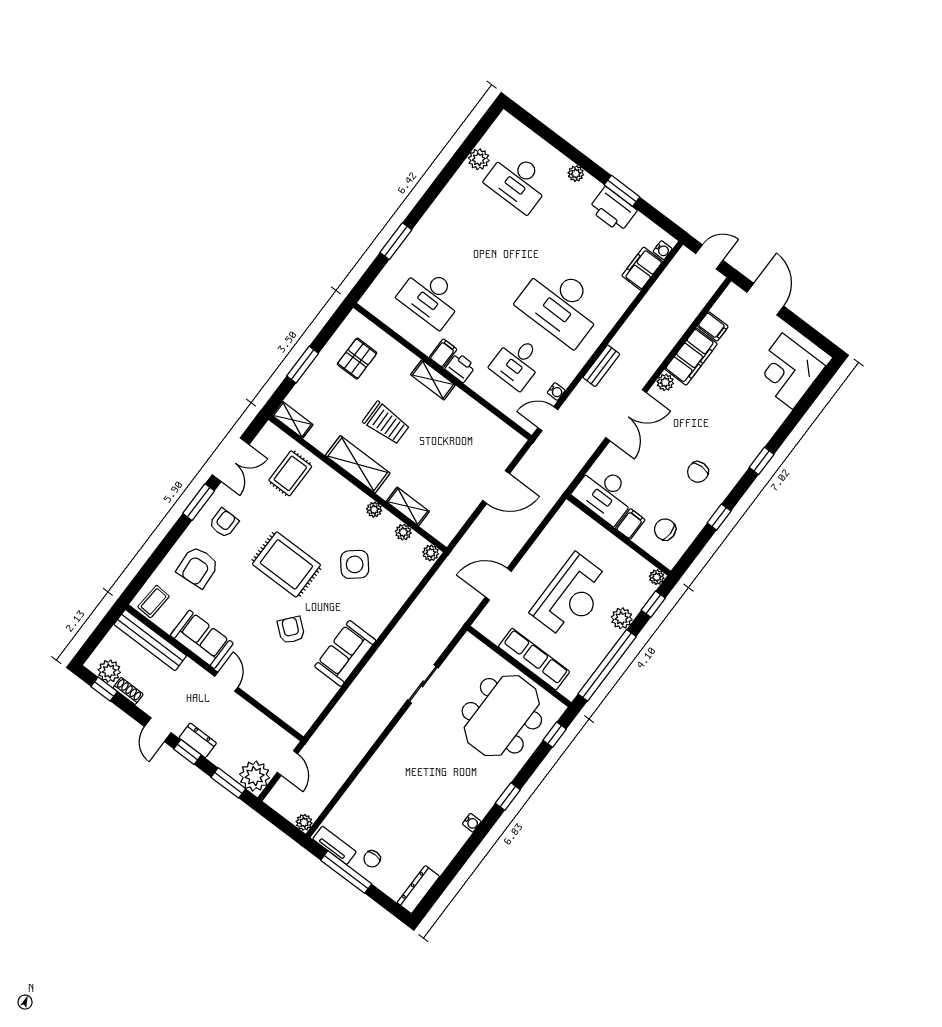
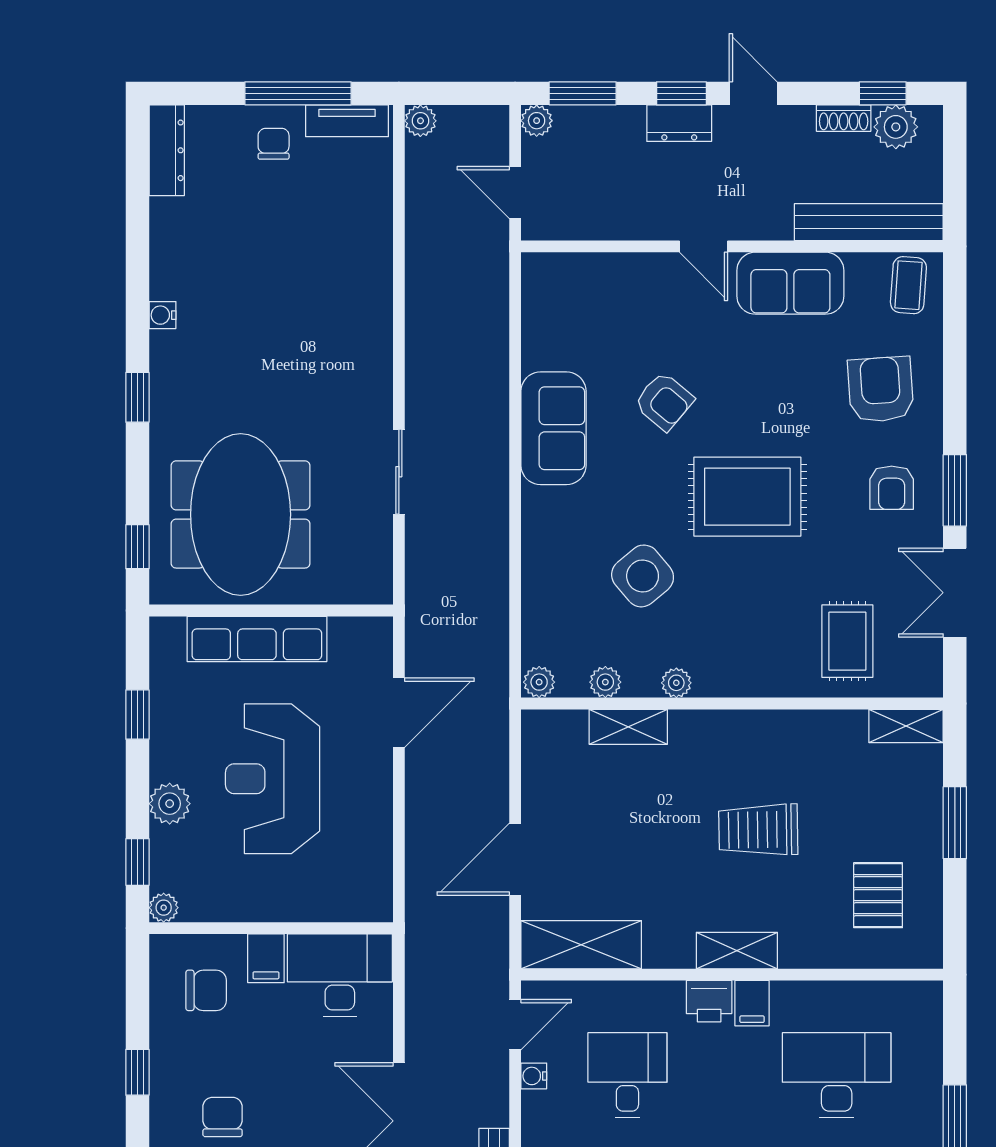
shelving: (358, 464) -> (581, 945), moved
window: (607, 665) -> (137, 715), width x0.32
plant: (255, 776) -> (537, 121), width x0.53, depth x0.53

